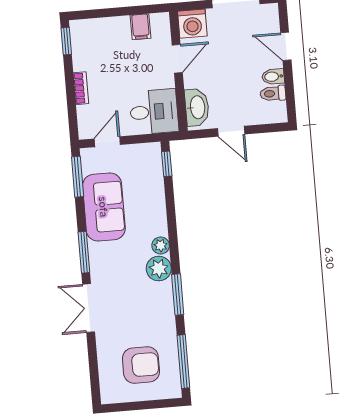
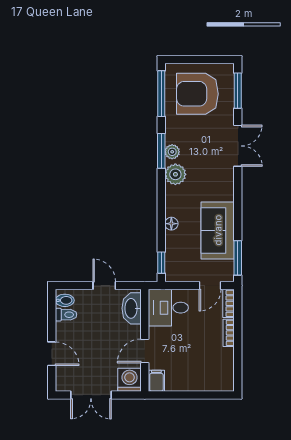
filing cabinet: (140, 27) -> (156, 381), moved
window: (66, 41) -> (238, 374), removed
bidet: (273, 77) -> (65, 300), moved
bookcase: (84, 123) -> (228, 303), added
floor lamp: (159, 210) -> (171, 224), added
plant: (161, 245) -> (172, 152), moved
window: (84, 252) -> (238, 91), moved
armchair: (141, 365) -> (197, 94), width x1.36, depth x1.36

